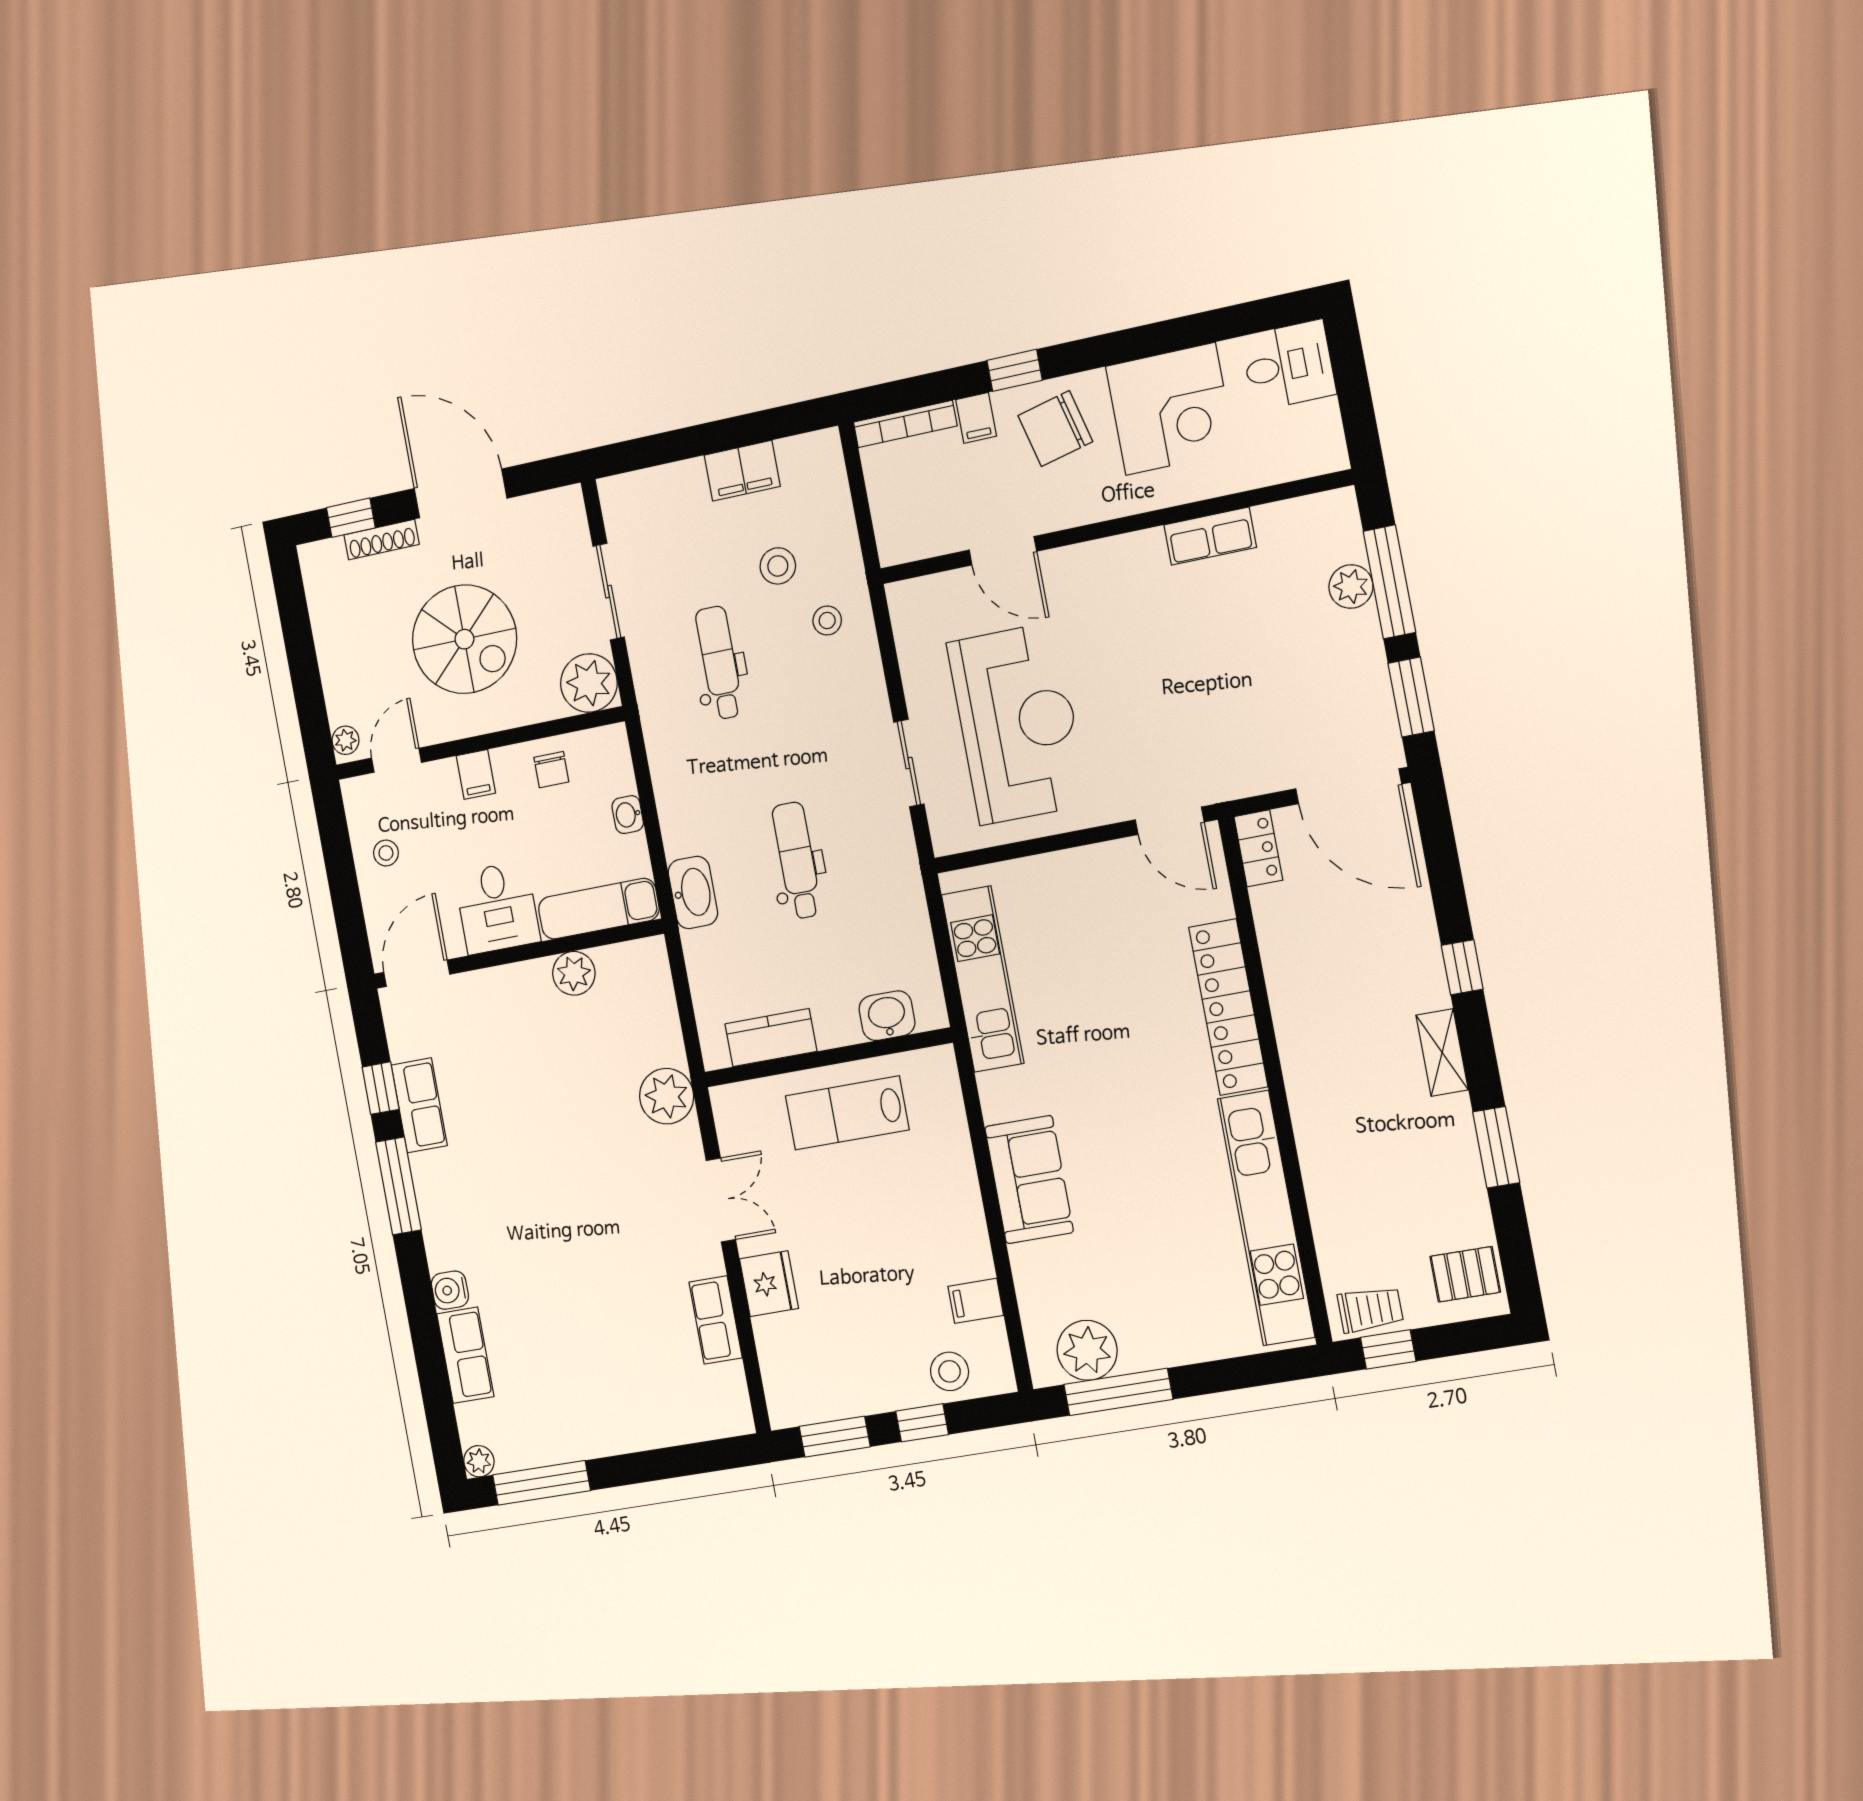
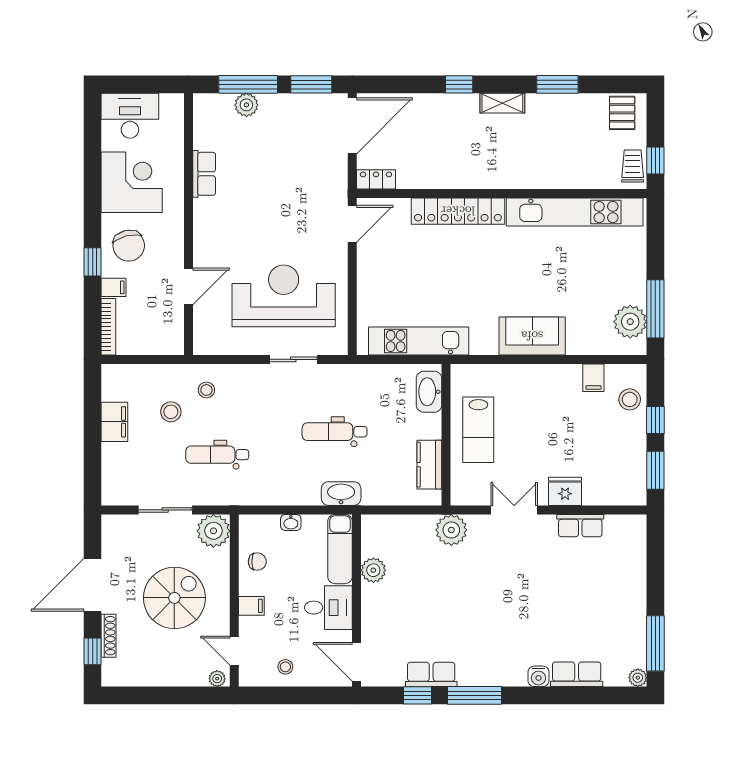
desk: (1288, 365) -> (130, 116), width x1.37
washbasin: (887, 1016) -> (429, 392), width x1.38

